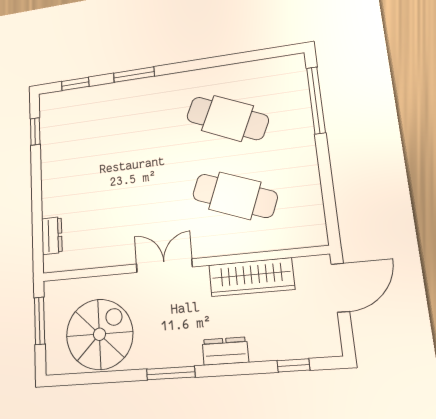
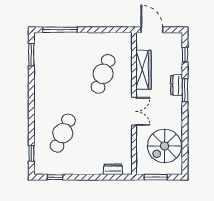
window: (134, 75) -> (31, 55), moved
cafe table: (227, 118) -> (63, 133), moved
double door: (164, 266) -> (134, 111), swing flipped
spiral stairs: (99, 334) -> (165, 146), turned -90
window: (171, 373) -> (185, 90), moved

